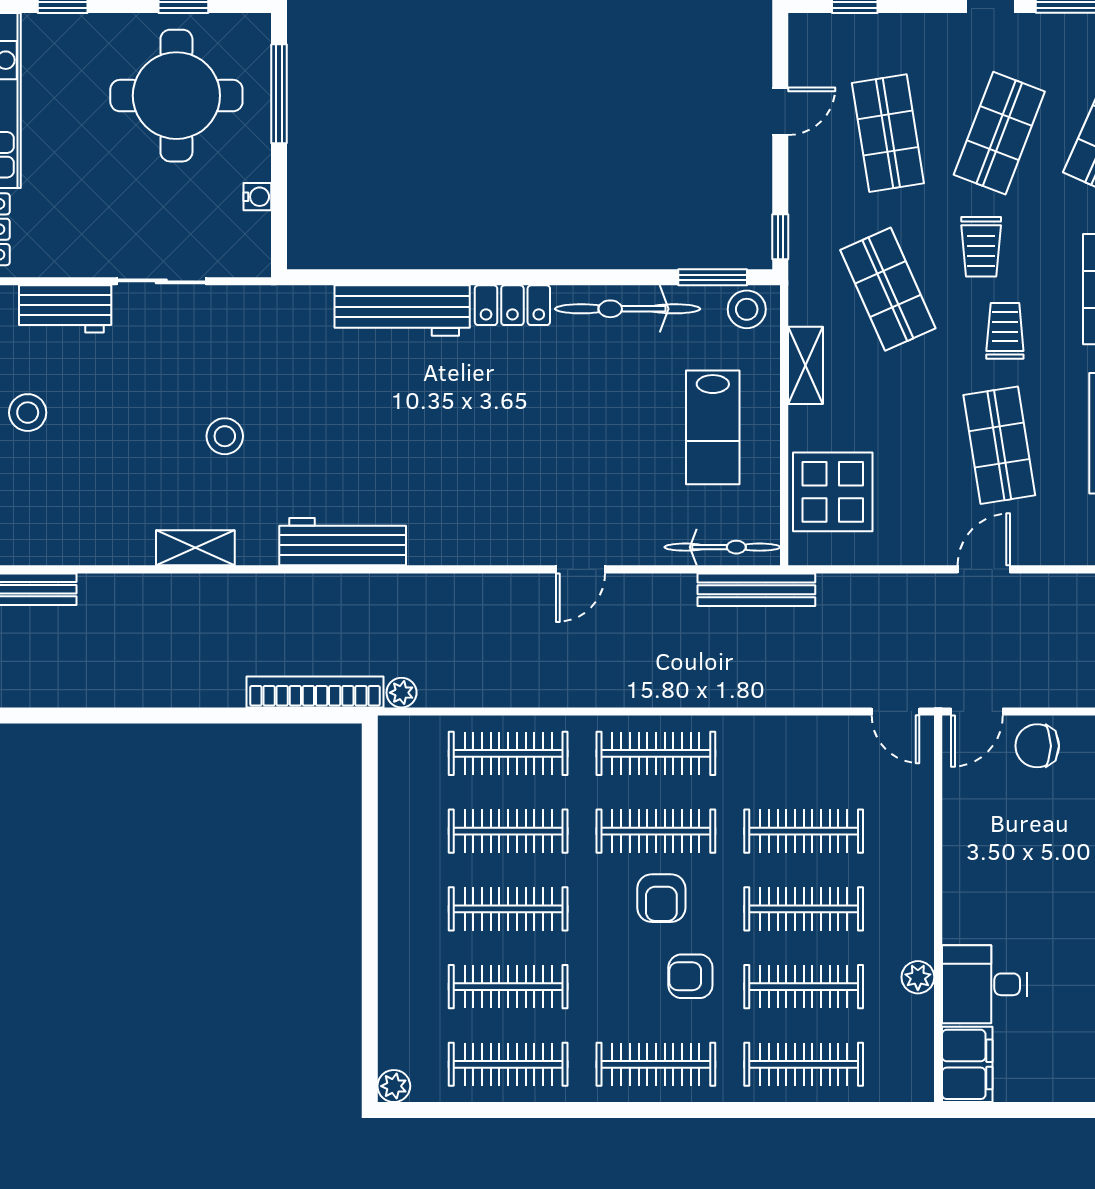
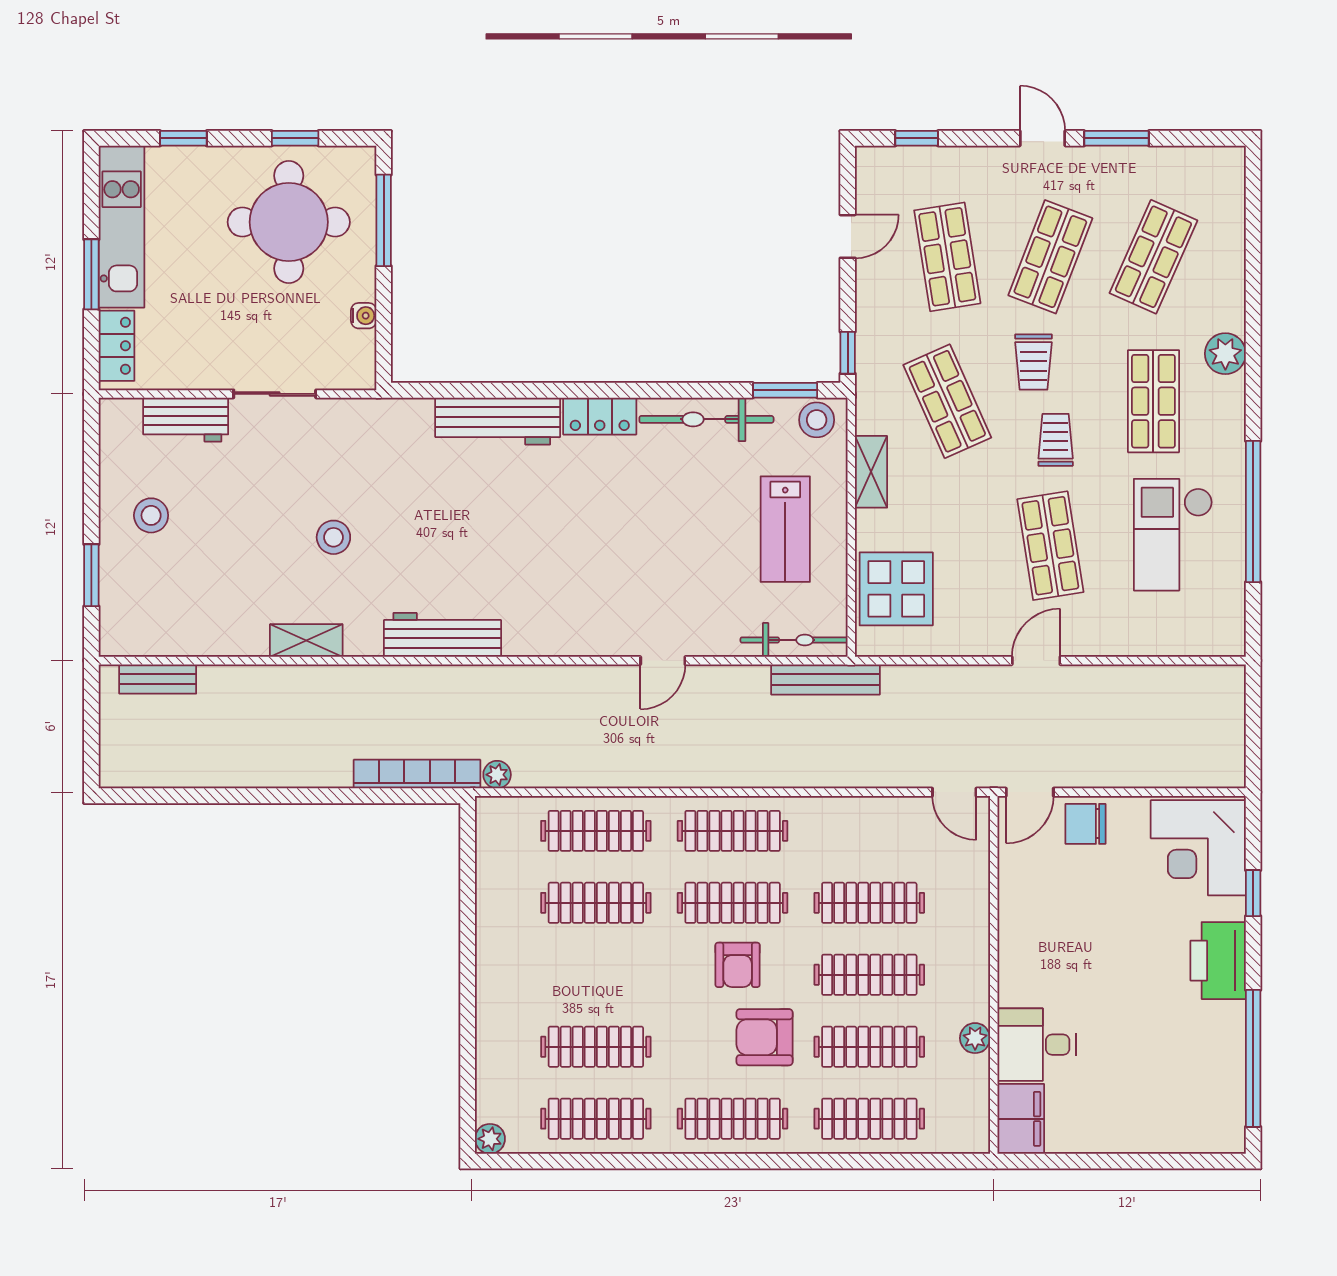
clothes rail: (508, 909) -> (596, 975), removed
armchair: (690, 976) -> (765, 1037), width x1.38, depth x1.38

